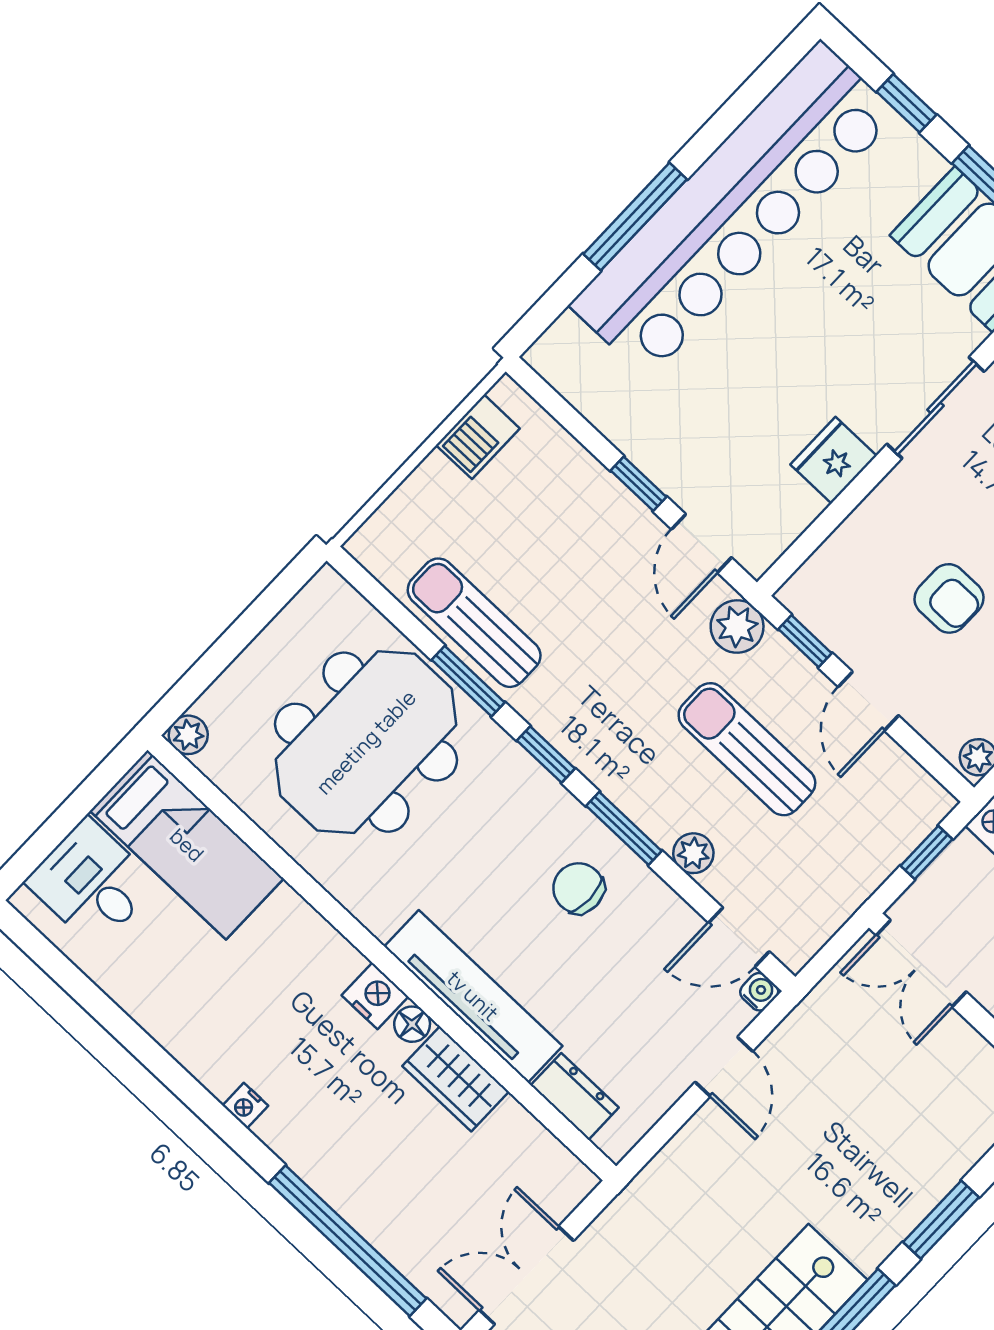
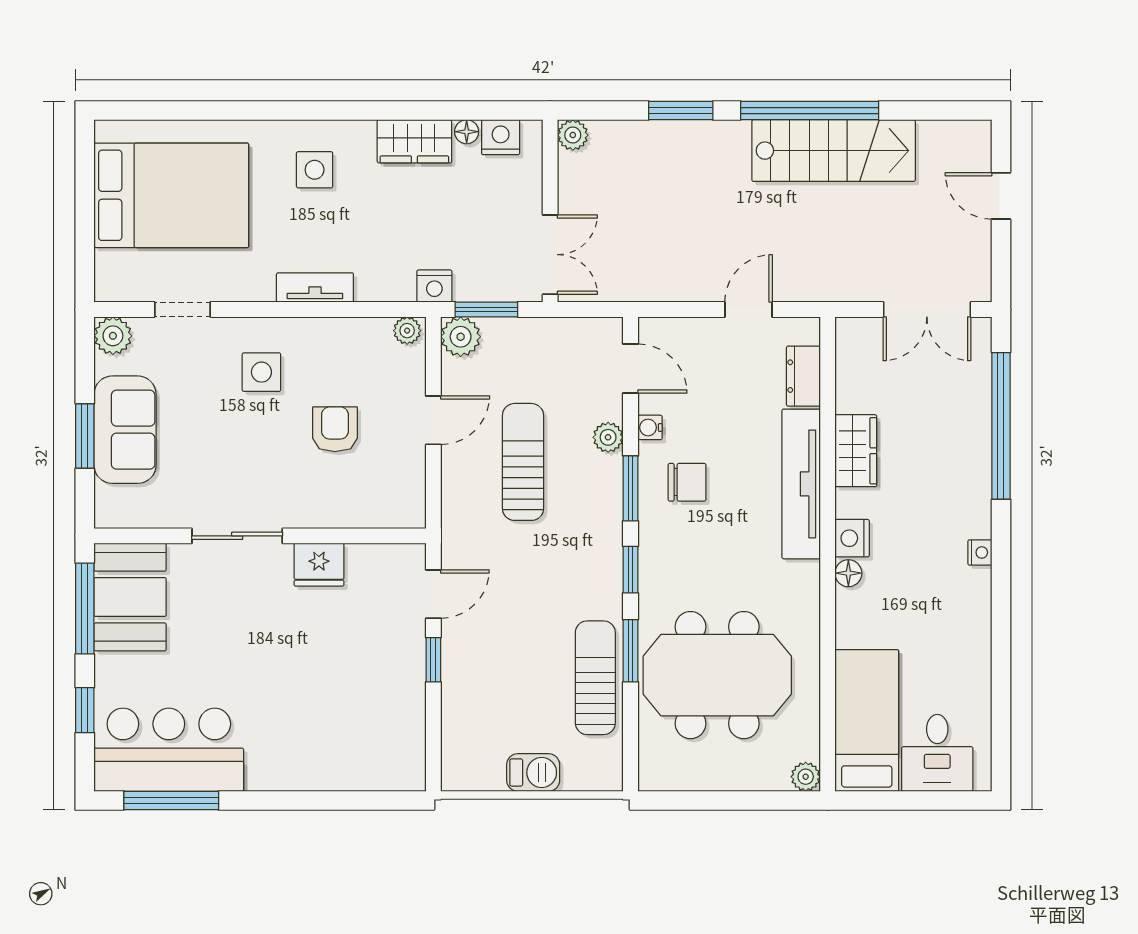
bar counter: (734, 210) -> (169, 750), width x0.54
window: (635, 217) -> (171, 800), moved
barbecue: (478, 437) -> (533, 772), moved
sun lounger: (474, 623) -> (595, 678), turned 180
plant: (737, 627) -> (461, 337), moved
window: (805, 641) -> (433, 486), removed
sun lounger: (747, 749) -> (523, 462), turned 180
window: (926, 852) -> (486, 310), width x1.50
chair: (578, 888) -> (687, 482), turned -90
water cooler: (759, 992) -> (650, 427), moved
floor lamp: (412, 1024) -> (848, 573), moved
door: (724, 1067) -> (748, 310), moved

